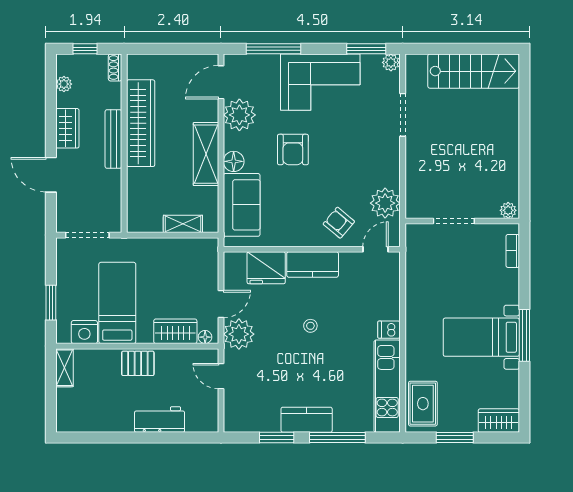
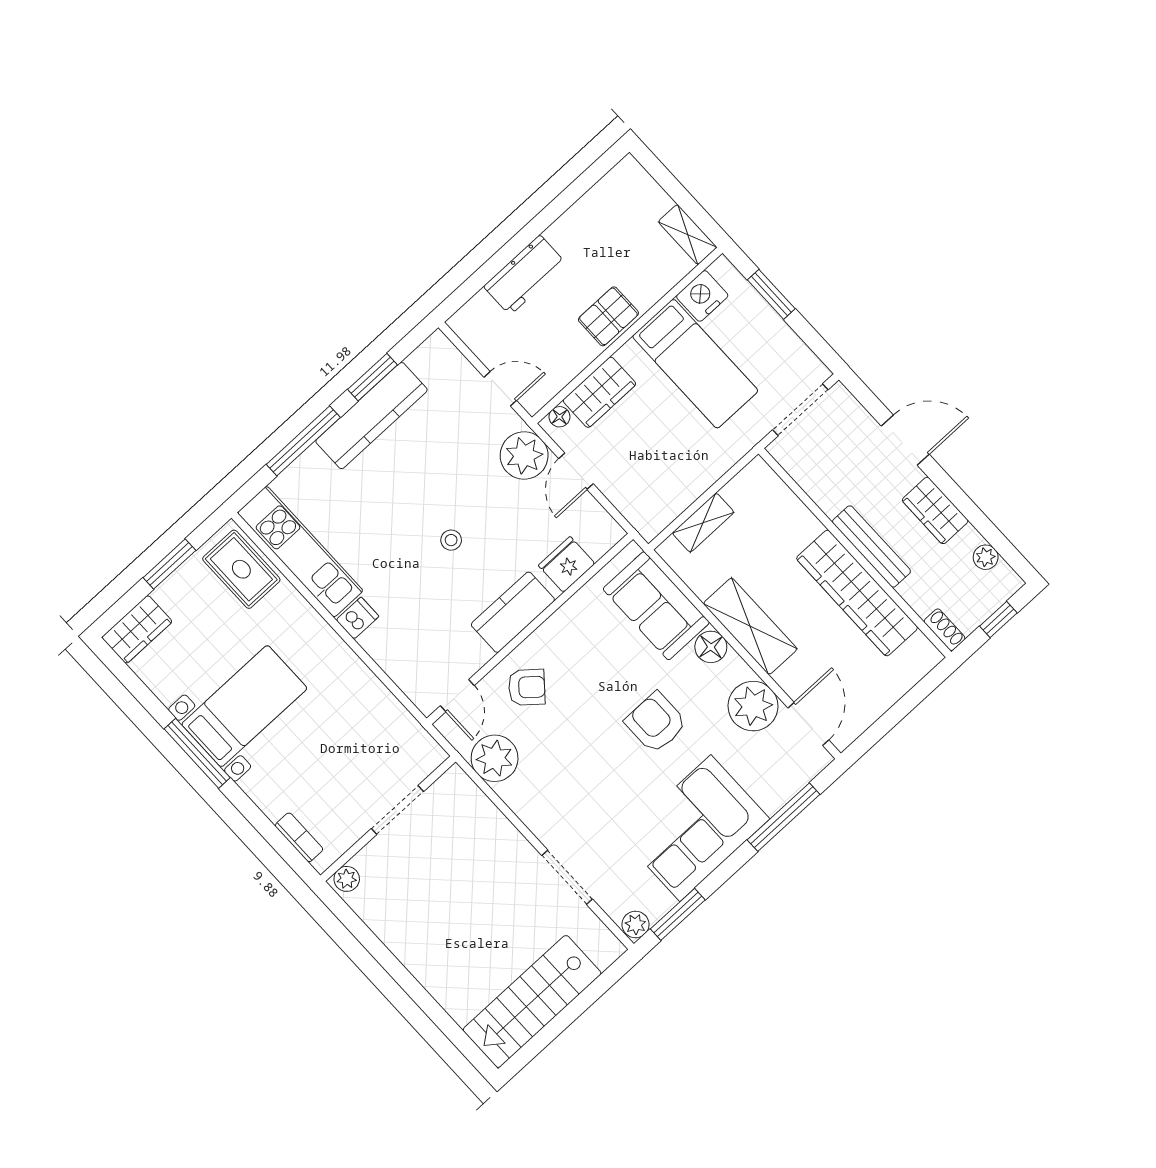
fridge: (266, 268) -> (567, 564), width x0.73, depth x0.75
kitchen counter: (307, 420) -> (372, 416), width x1.50

